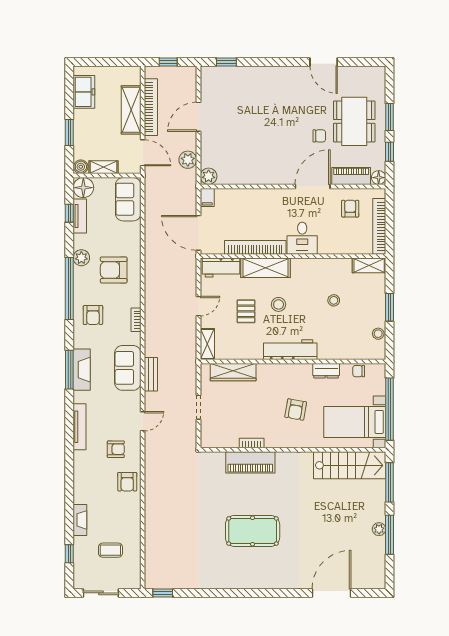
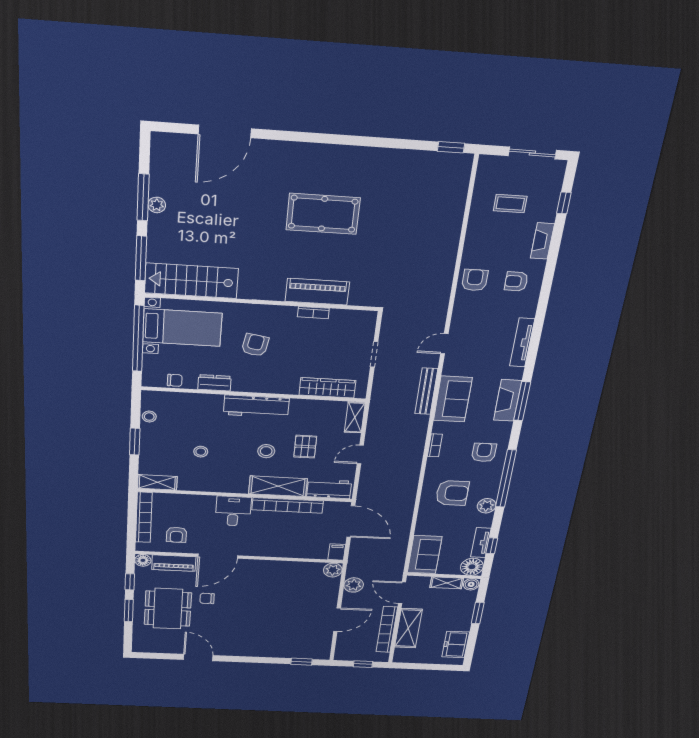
bench: (151, 374) -> (426, 391), width x1.36
armchair: (116, 449) -> (516, 281), moved

